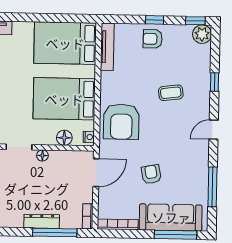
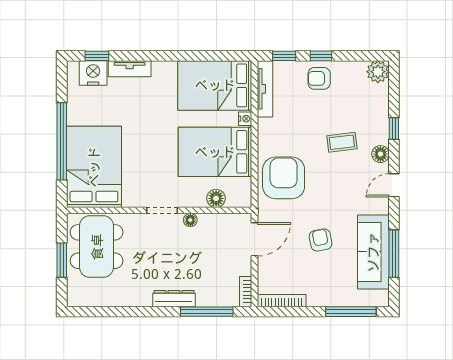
window: (195, 21) -> (284, 56), moved
floor lamp: (203, 103) -> (380, 154), added
armchair: (121, 122) -> (284, 178), turned 180
nightstand: (89, 137) -> (245, 119), moved
sofa: (171, 217) -> (373, 252), moved, turned -90
dresser: (42, 221) -> (174, 299), moved

